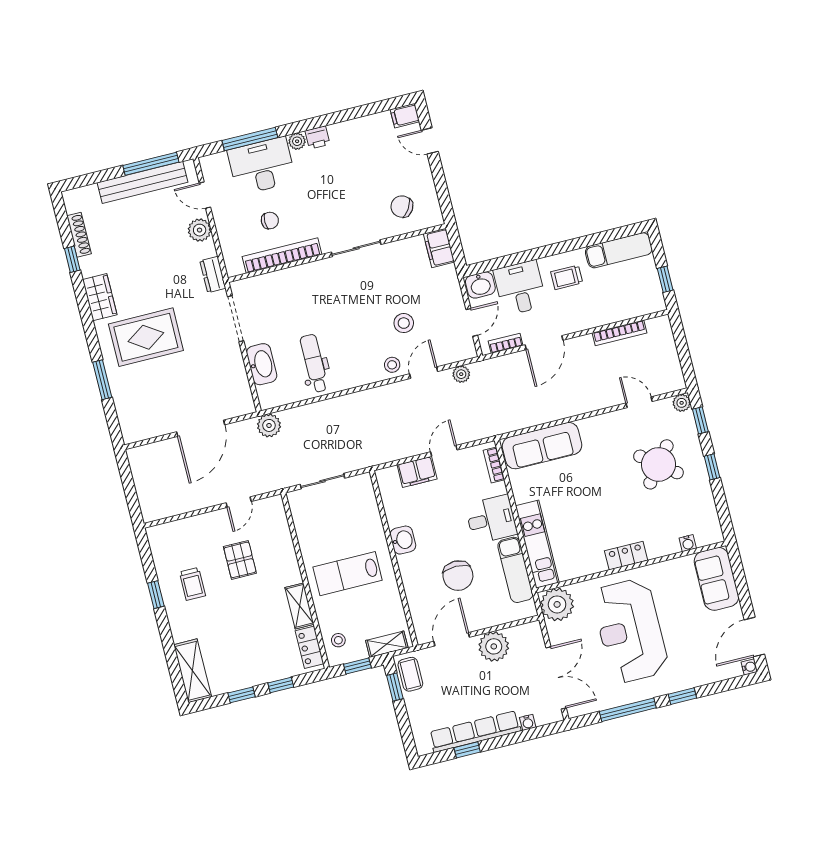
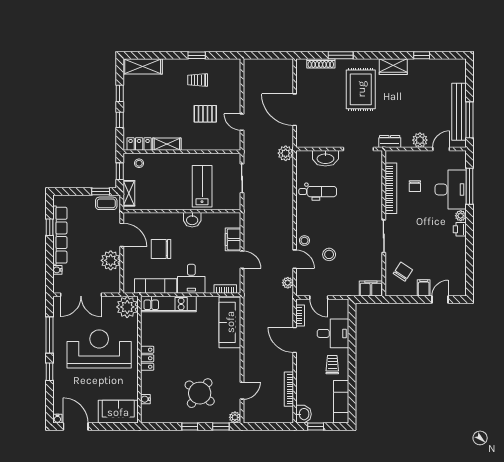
filing cabinet: (405, 116) -> (424, 288), moved
shoe rack: (79, 235) -> (321, 63), moved
washbasin: (480, 285) -> (304, 414), moved, turned 180
lab bench: (348, 574) -> (202, 186), moved

